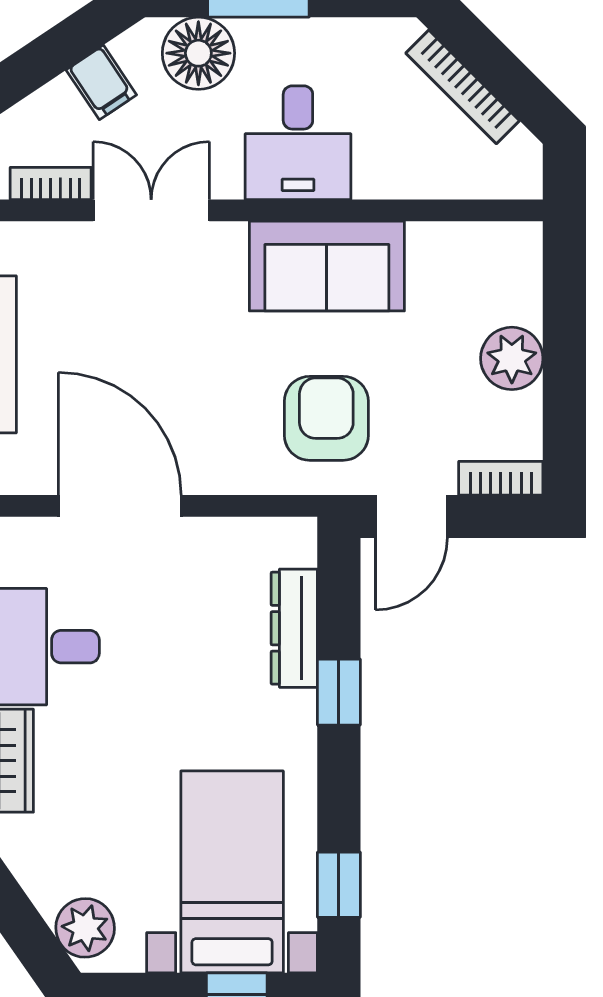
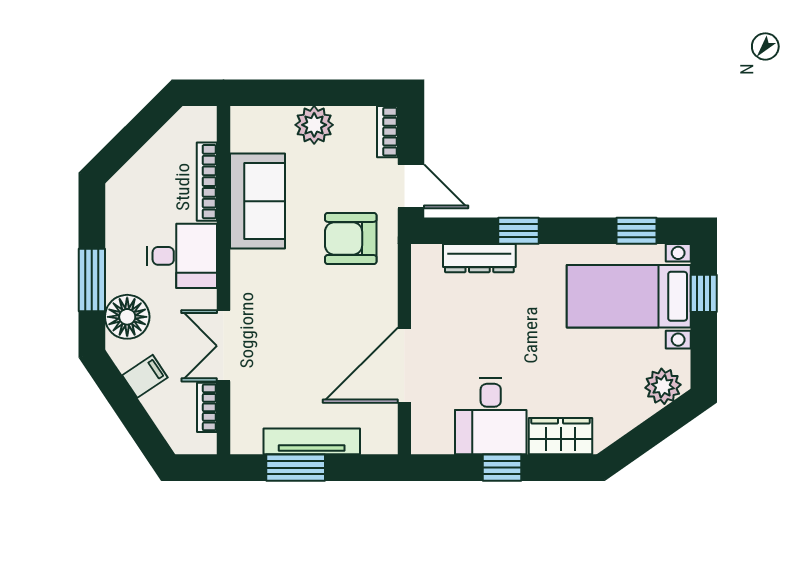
bookcase: (463, 87) -> (207, 182), moved, turned 135
sofa: (327, 266) -> (258, 201), moved

